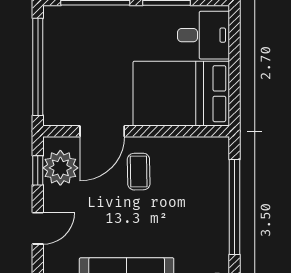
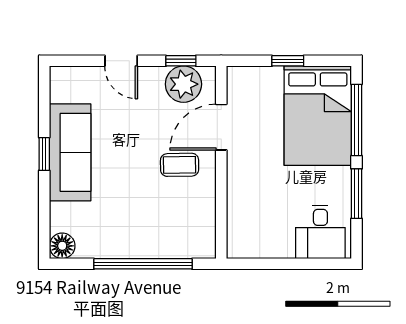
window: (38, 67) -> (288, 61), width x0.32
bed: (181, 94) -> (318, 116), moved, turned 180
door: (102, 131) -> (221, 127), hinge flipped

